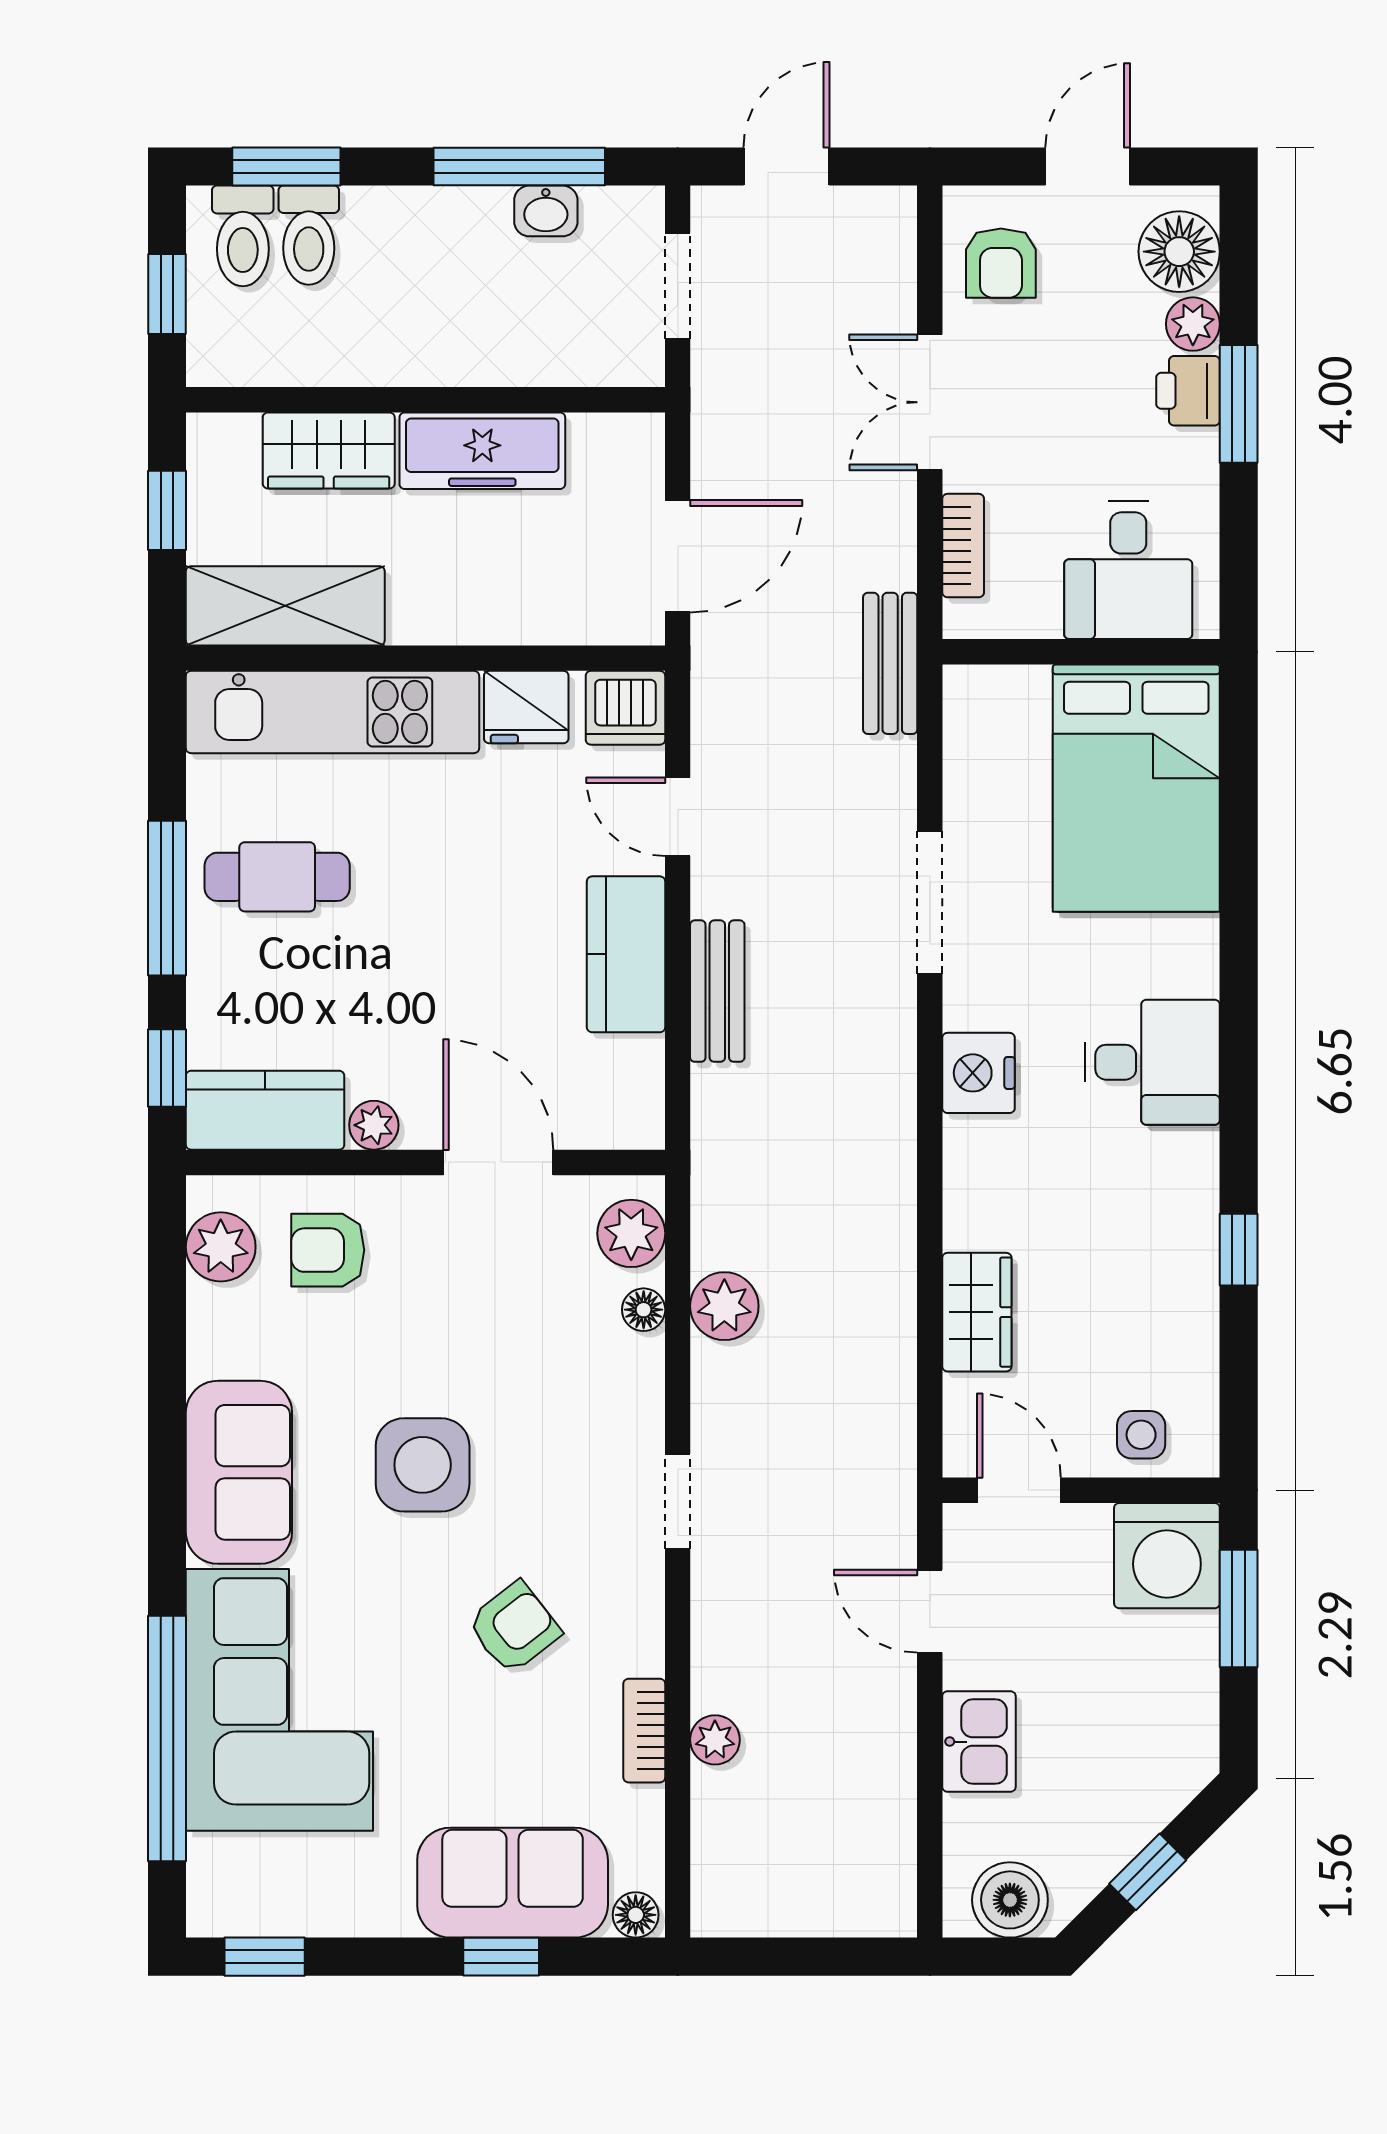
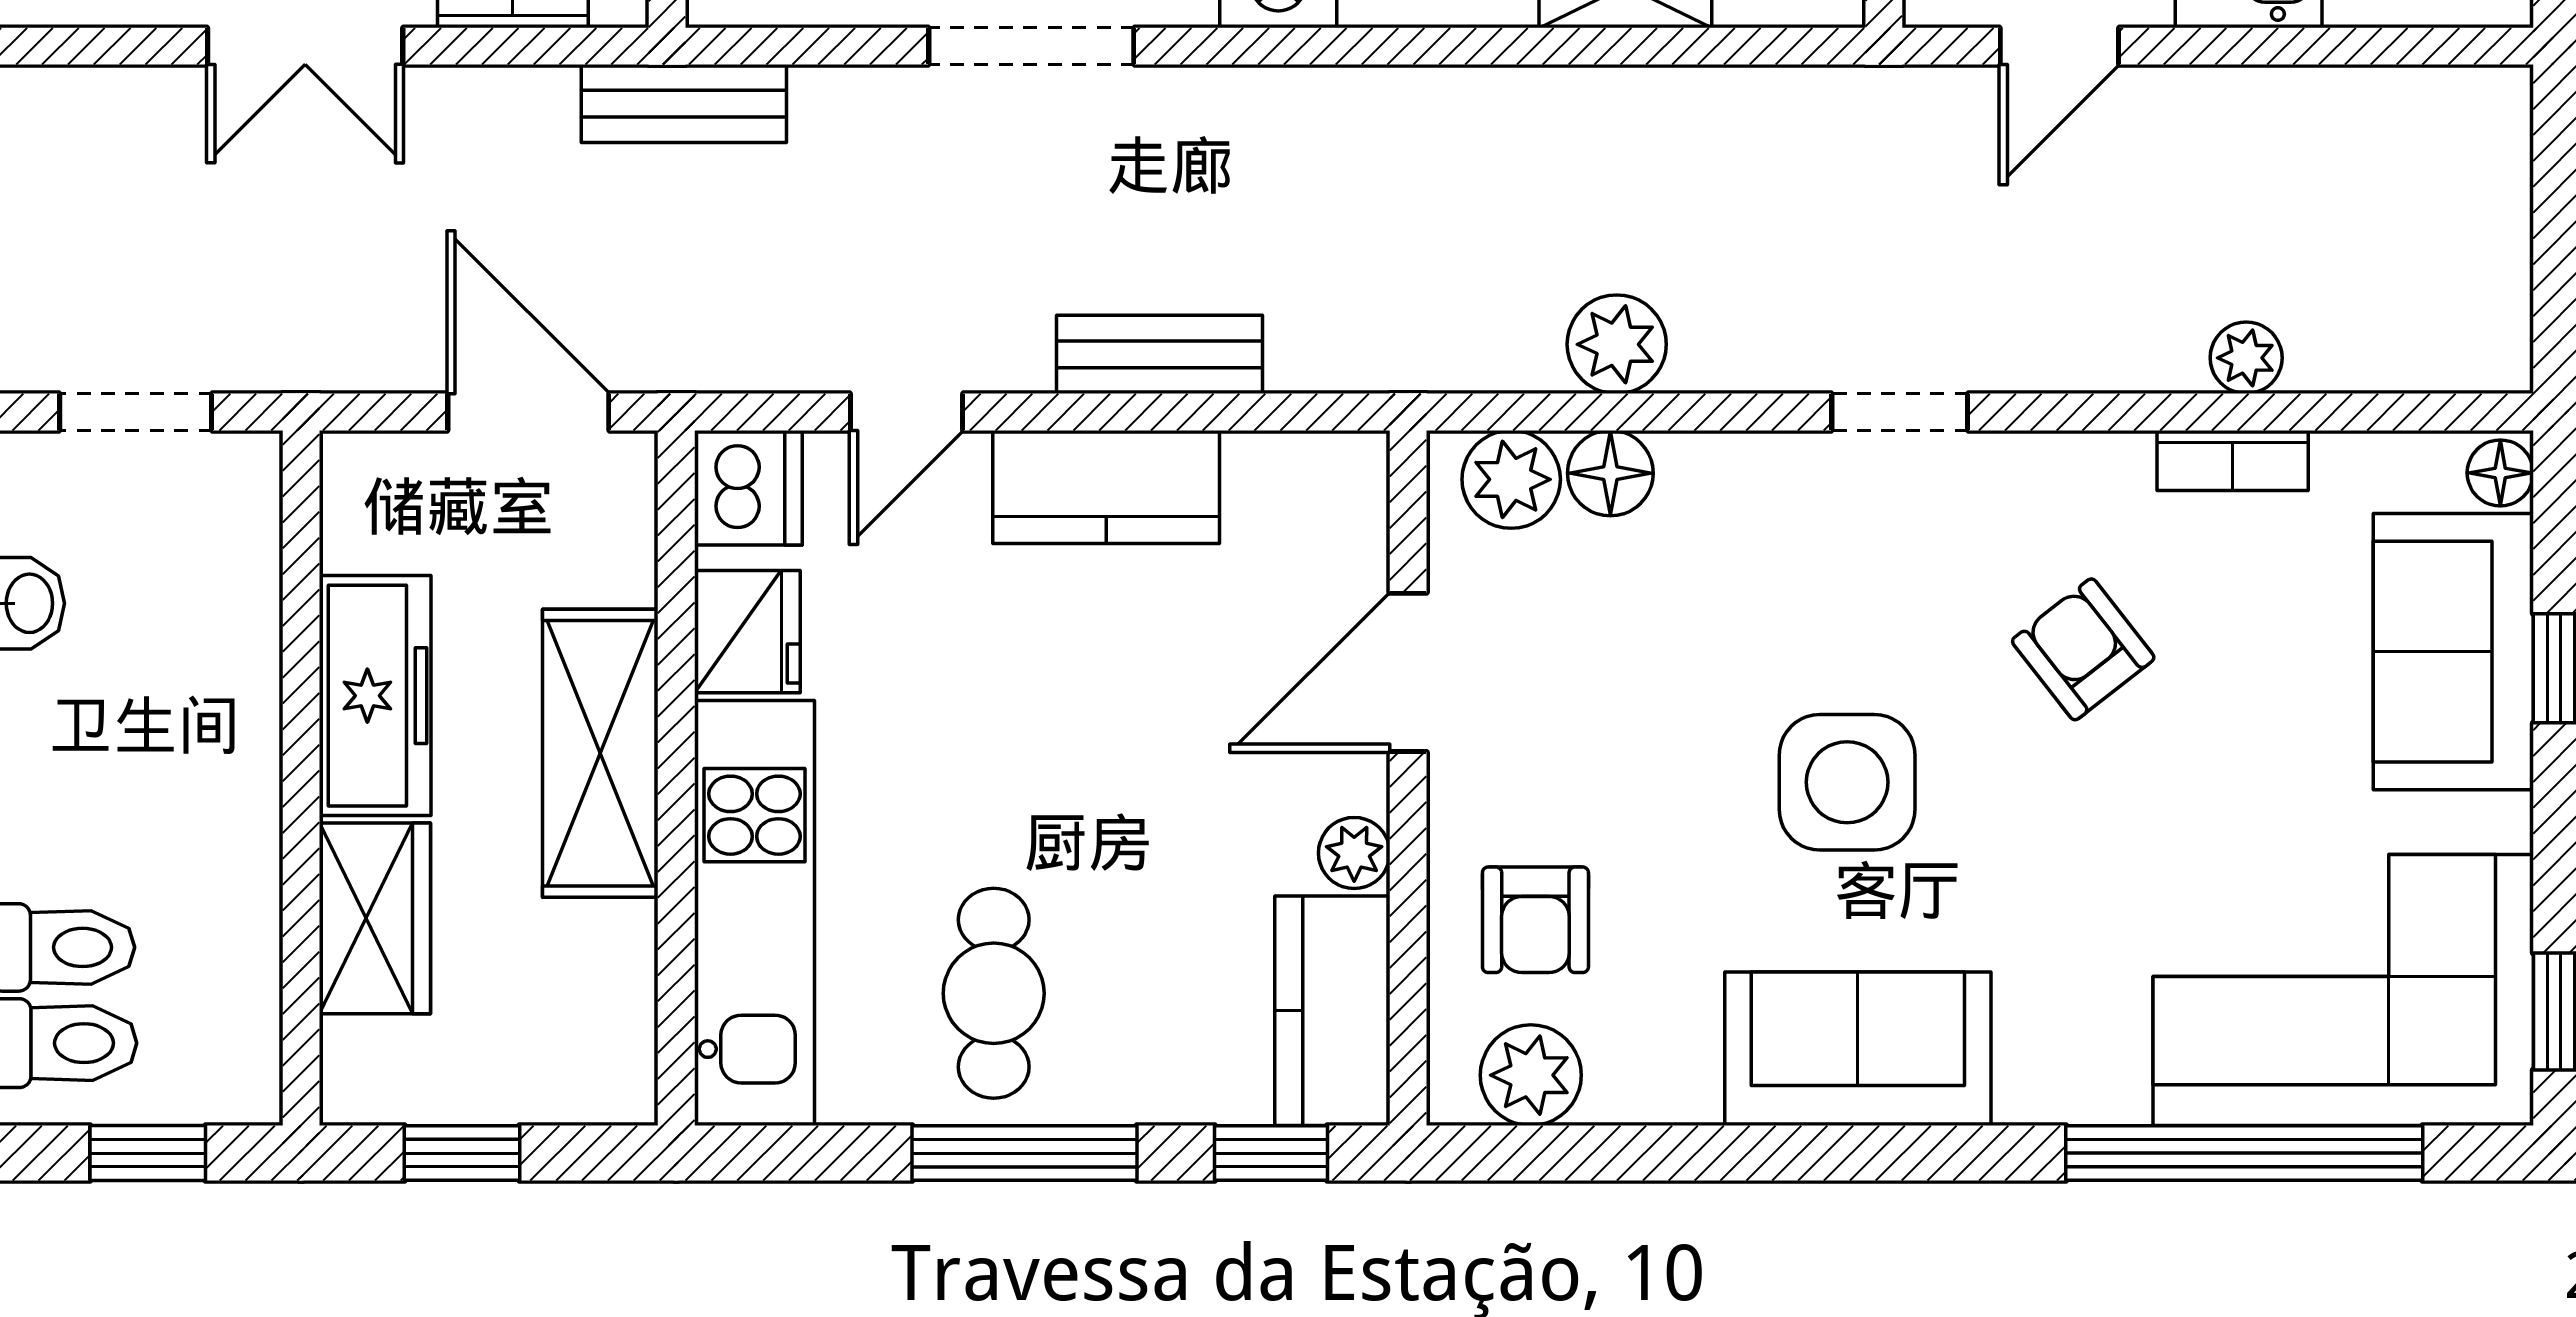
shelving: (285, 606) -> (600, 753), moved
floor lamp: (644, 1310) -> (1610, 473), width x1.37, depth x1.37
corner sofa: (279, 1700) -> (2343, 990), moved

